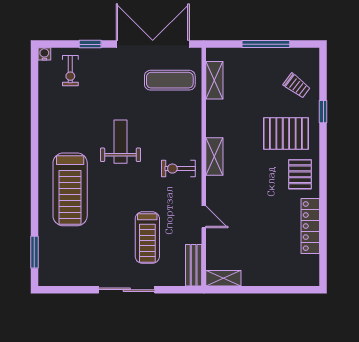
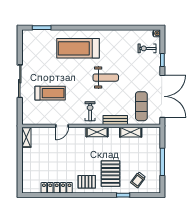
shelving: (214, 80) -> (131, 132), moved
treadmill: (147, 238) -> (50, 93), turned 180
bench: (194, 265) -> (115, 120), moved

